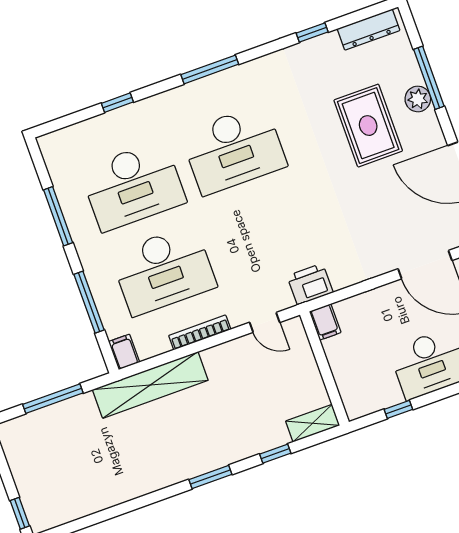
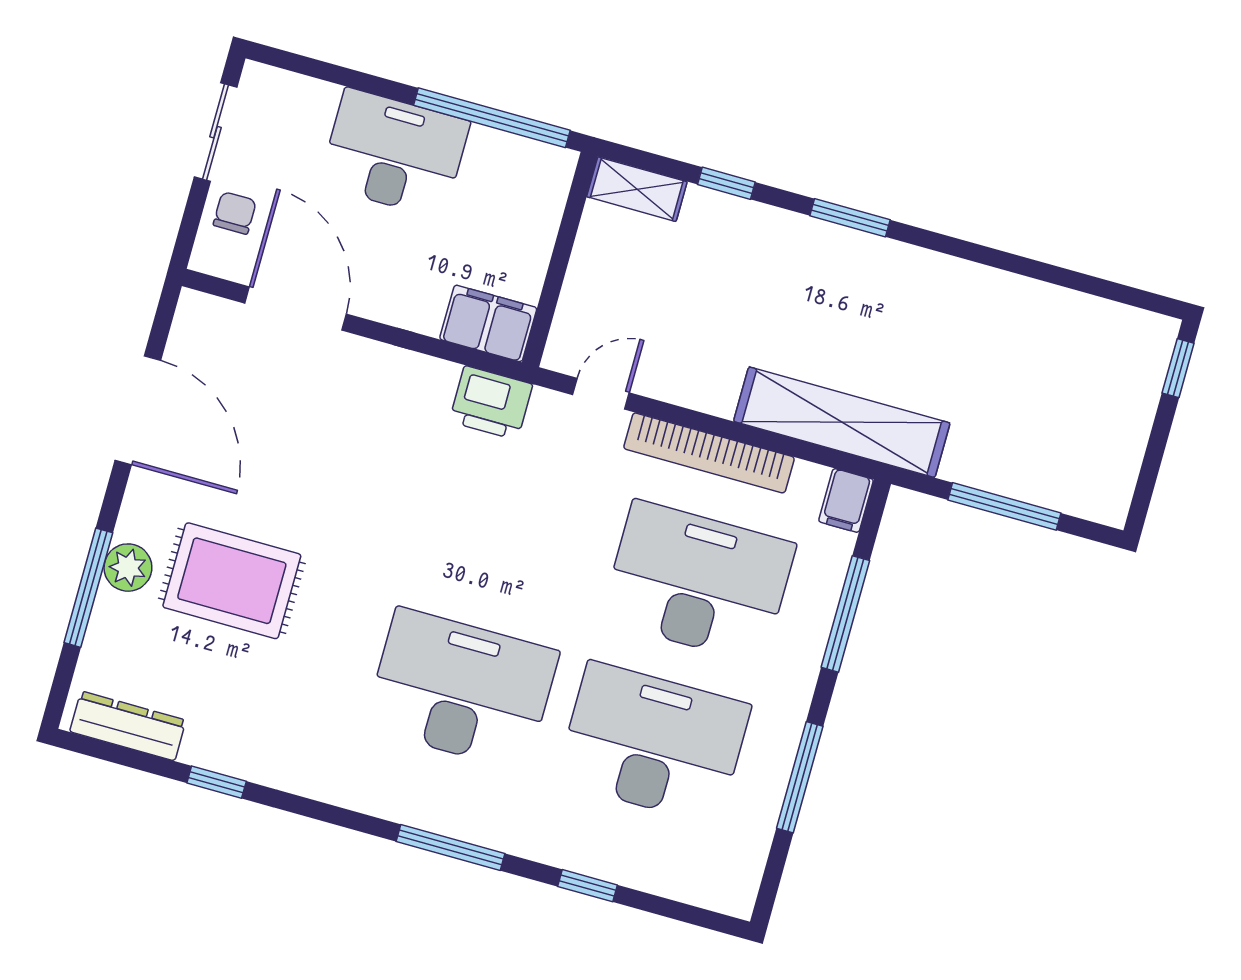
window: (210, 69) -> (451, 847), moved
rug: (368, 126) -> (232, 581), turned 90
door: (265, 322) -> (601, 394), hinge flipped
filing cabinet: (325, 322) -> (488, 323), width x2.00
bookcase: (200, 332) -> (709, 453), width x1.48, depth x1.31
window: (398, 409) -> (492, 118), width x3.17

